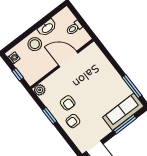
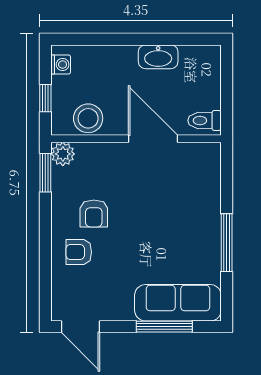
toilet: (74, 28) -> (205, 121), moved
stool: (35, 44) -> (88, 118), moved
window: (132, 86) -> (227, 243), moved
window: (49, 116) -> (45, 173), moved

